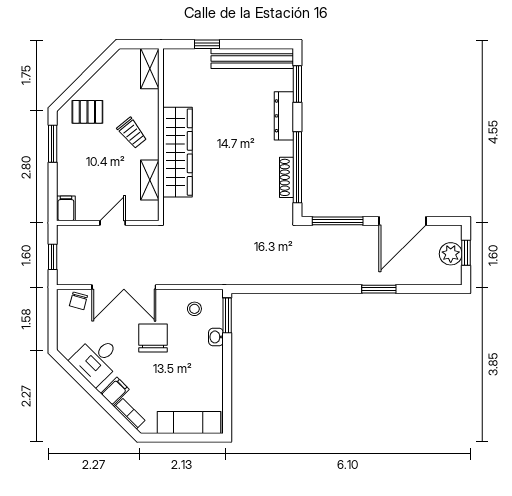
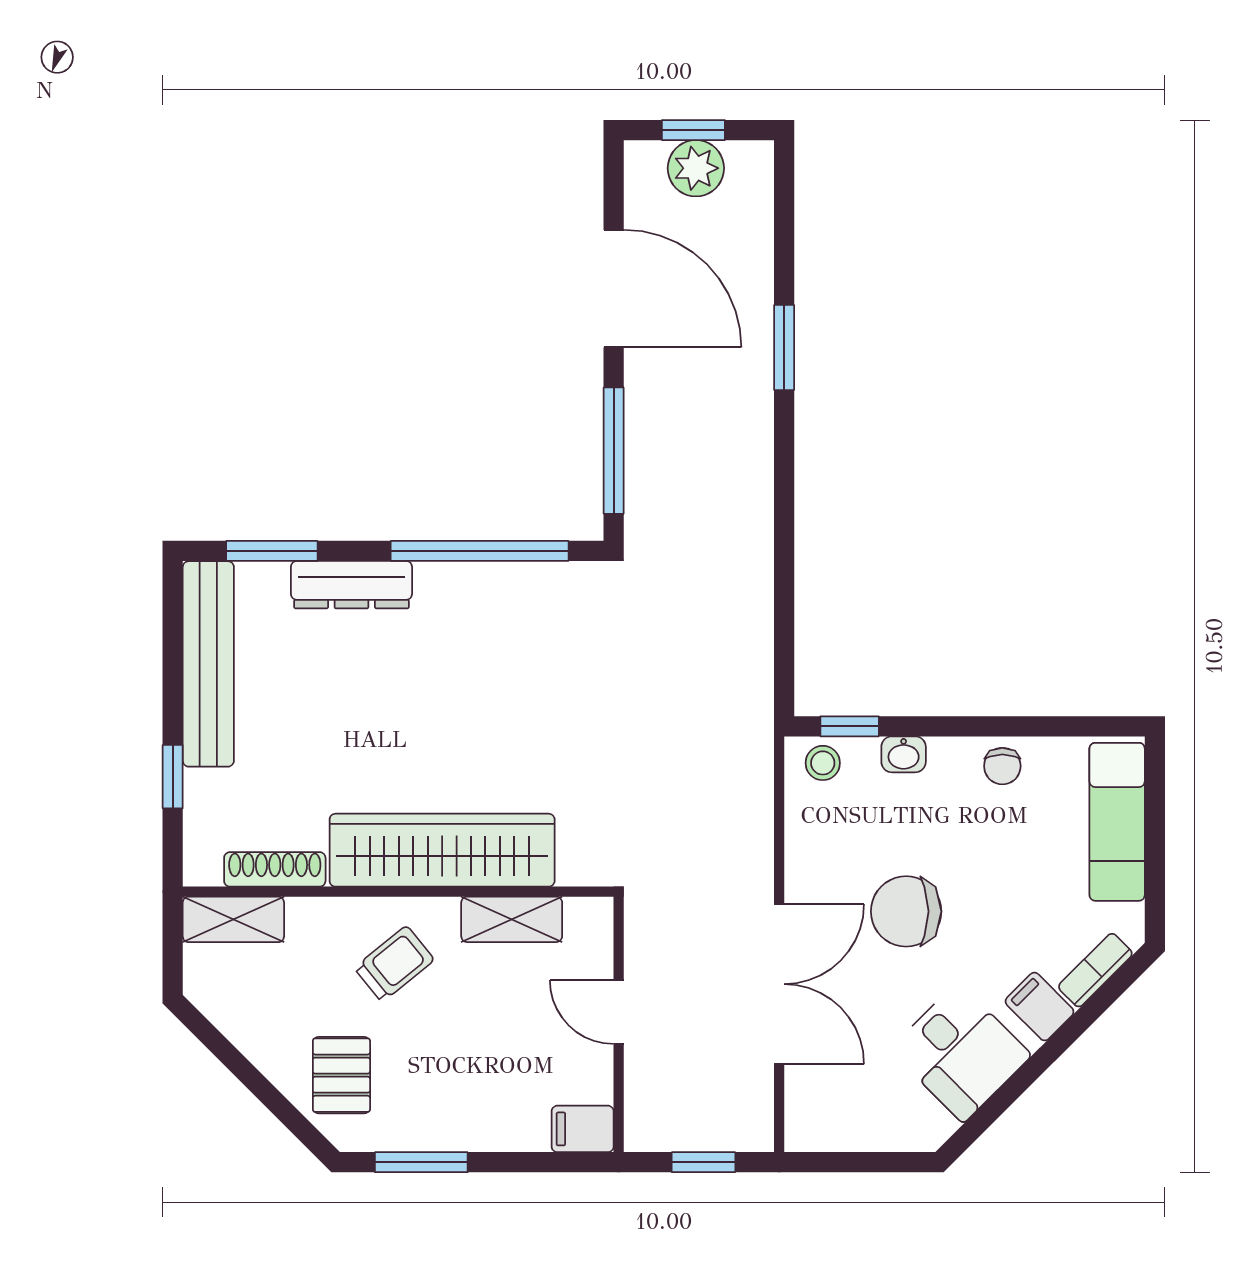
shoe rack: (286, 177) -> (275, 869), moved, turned 180
chair: (78, 301) -> (1002, 766), moved, turned 75
stool: (194, 309) -> (823, 763), moved
window: (227, 315) -> (850, 726), width x0.67

